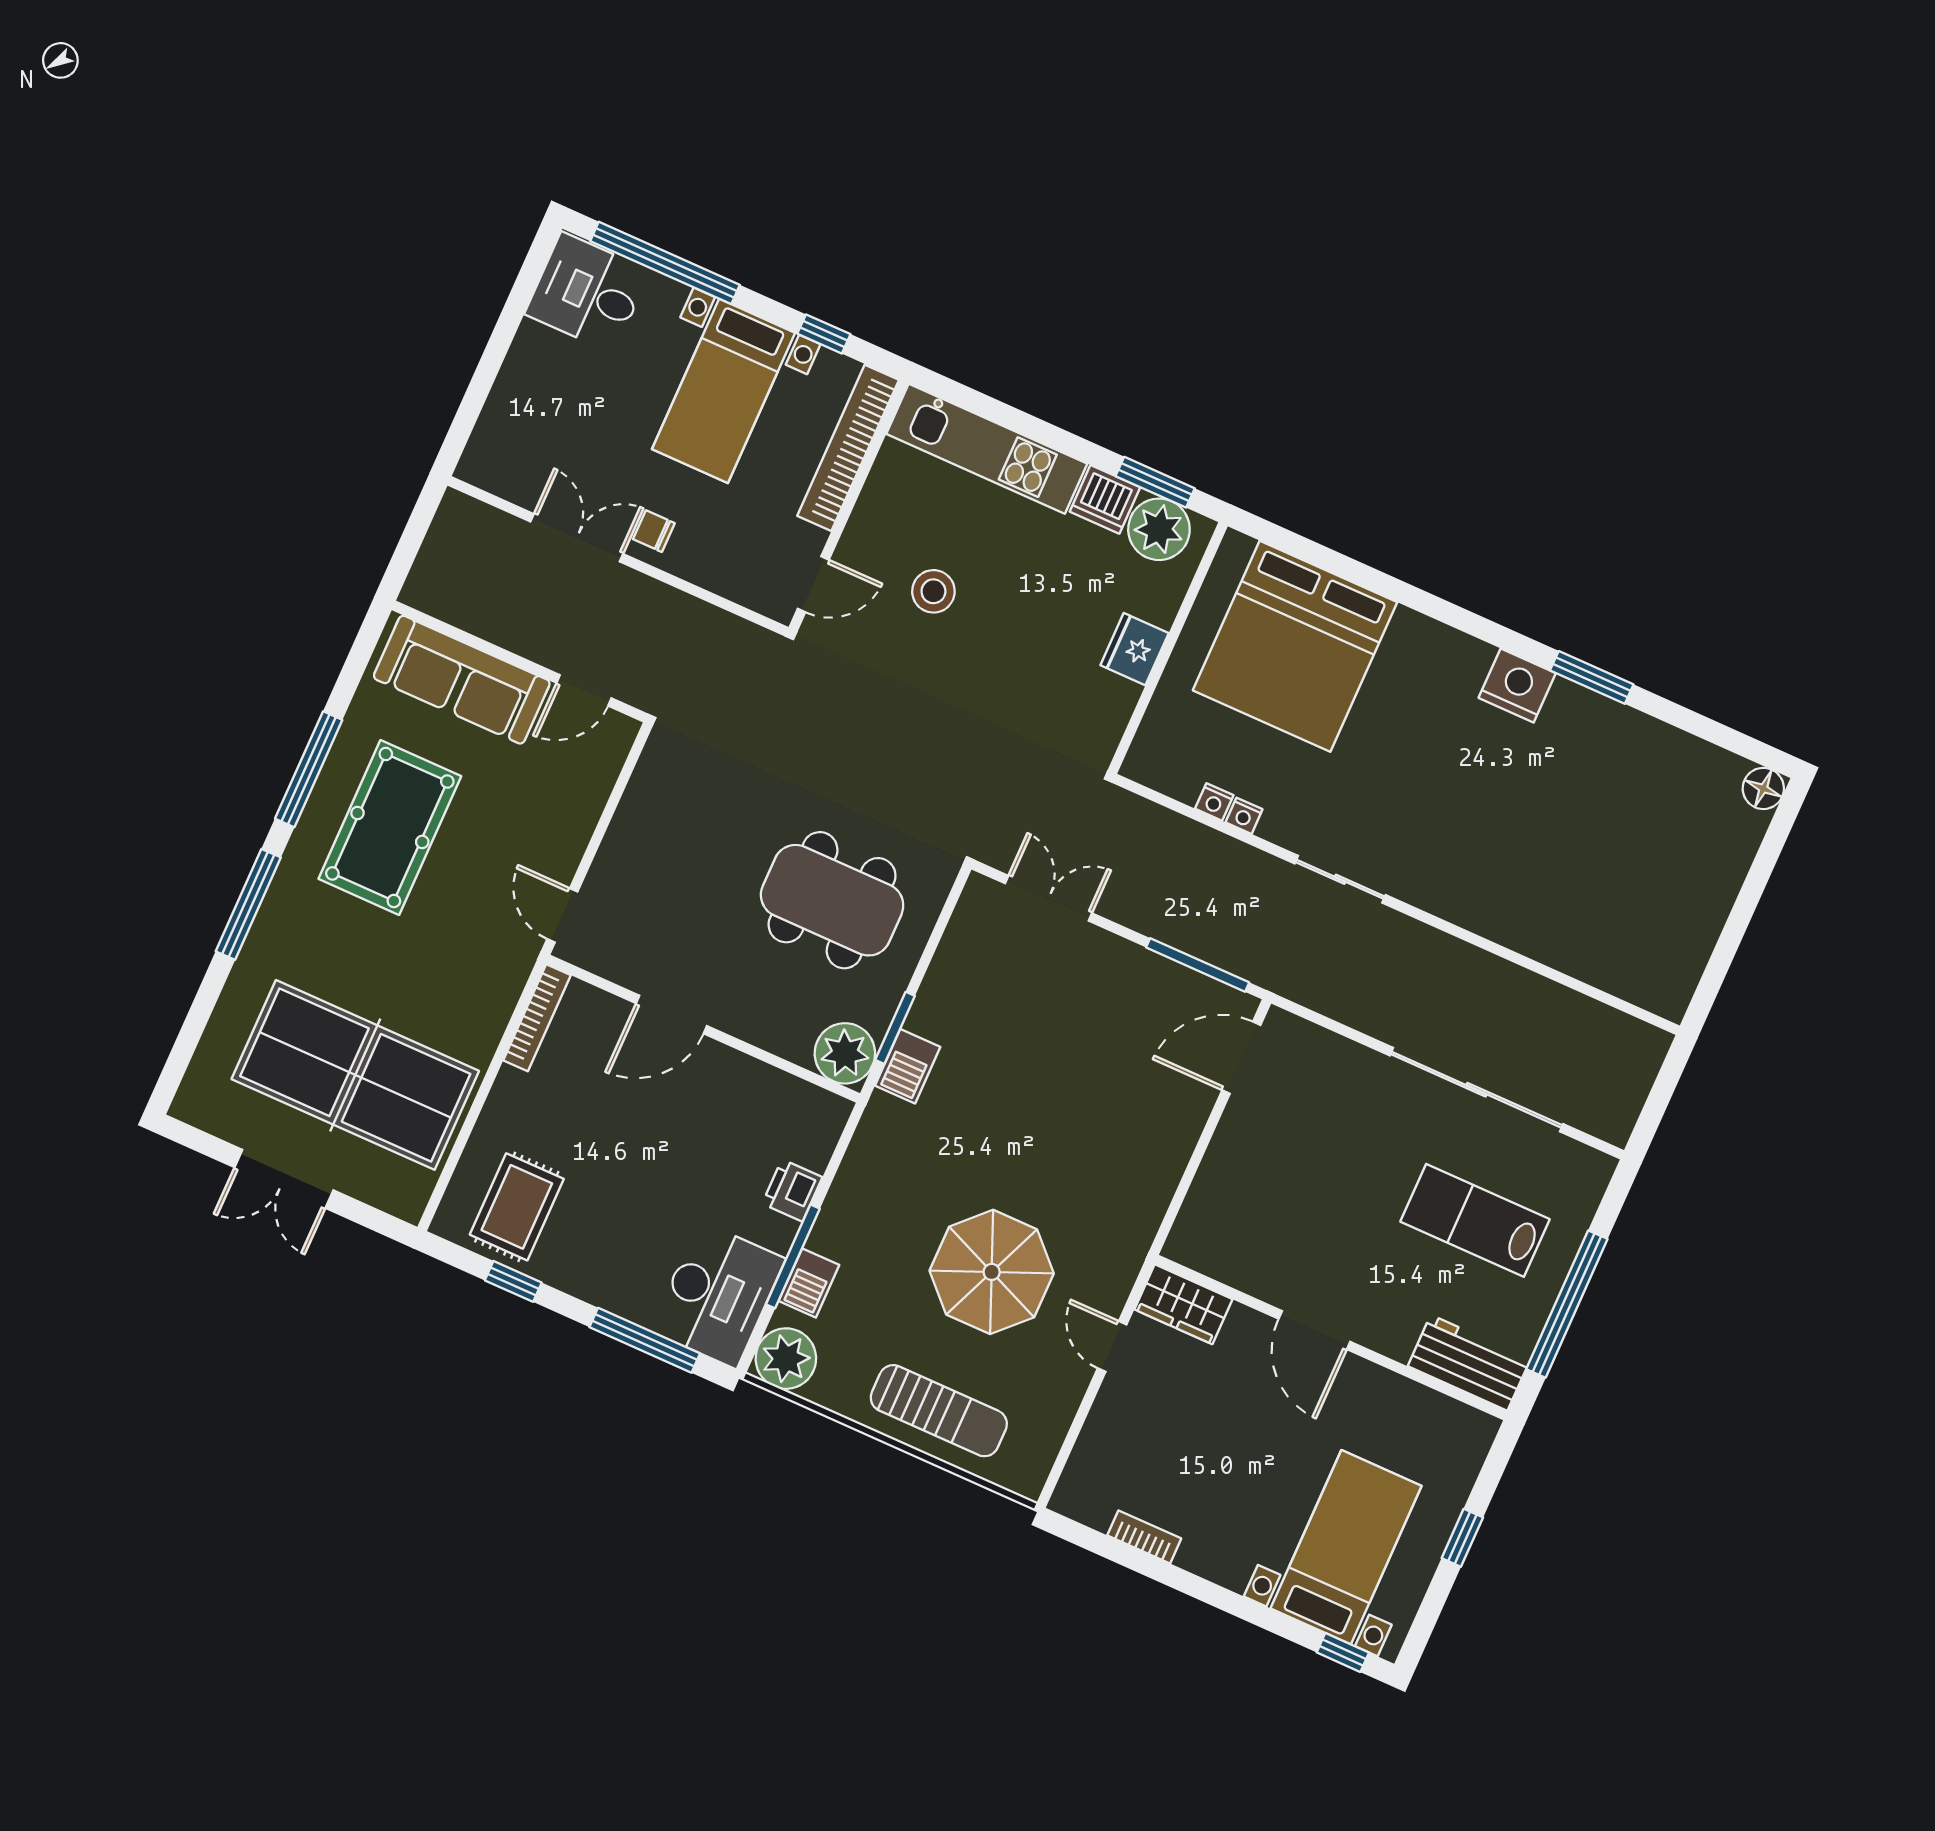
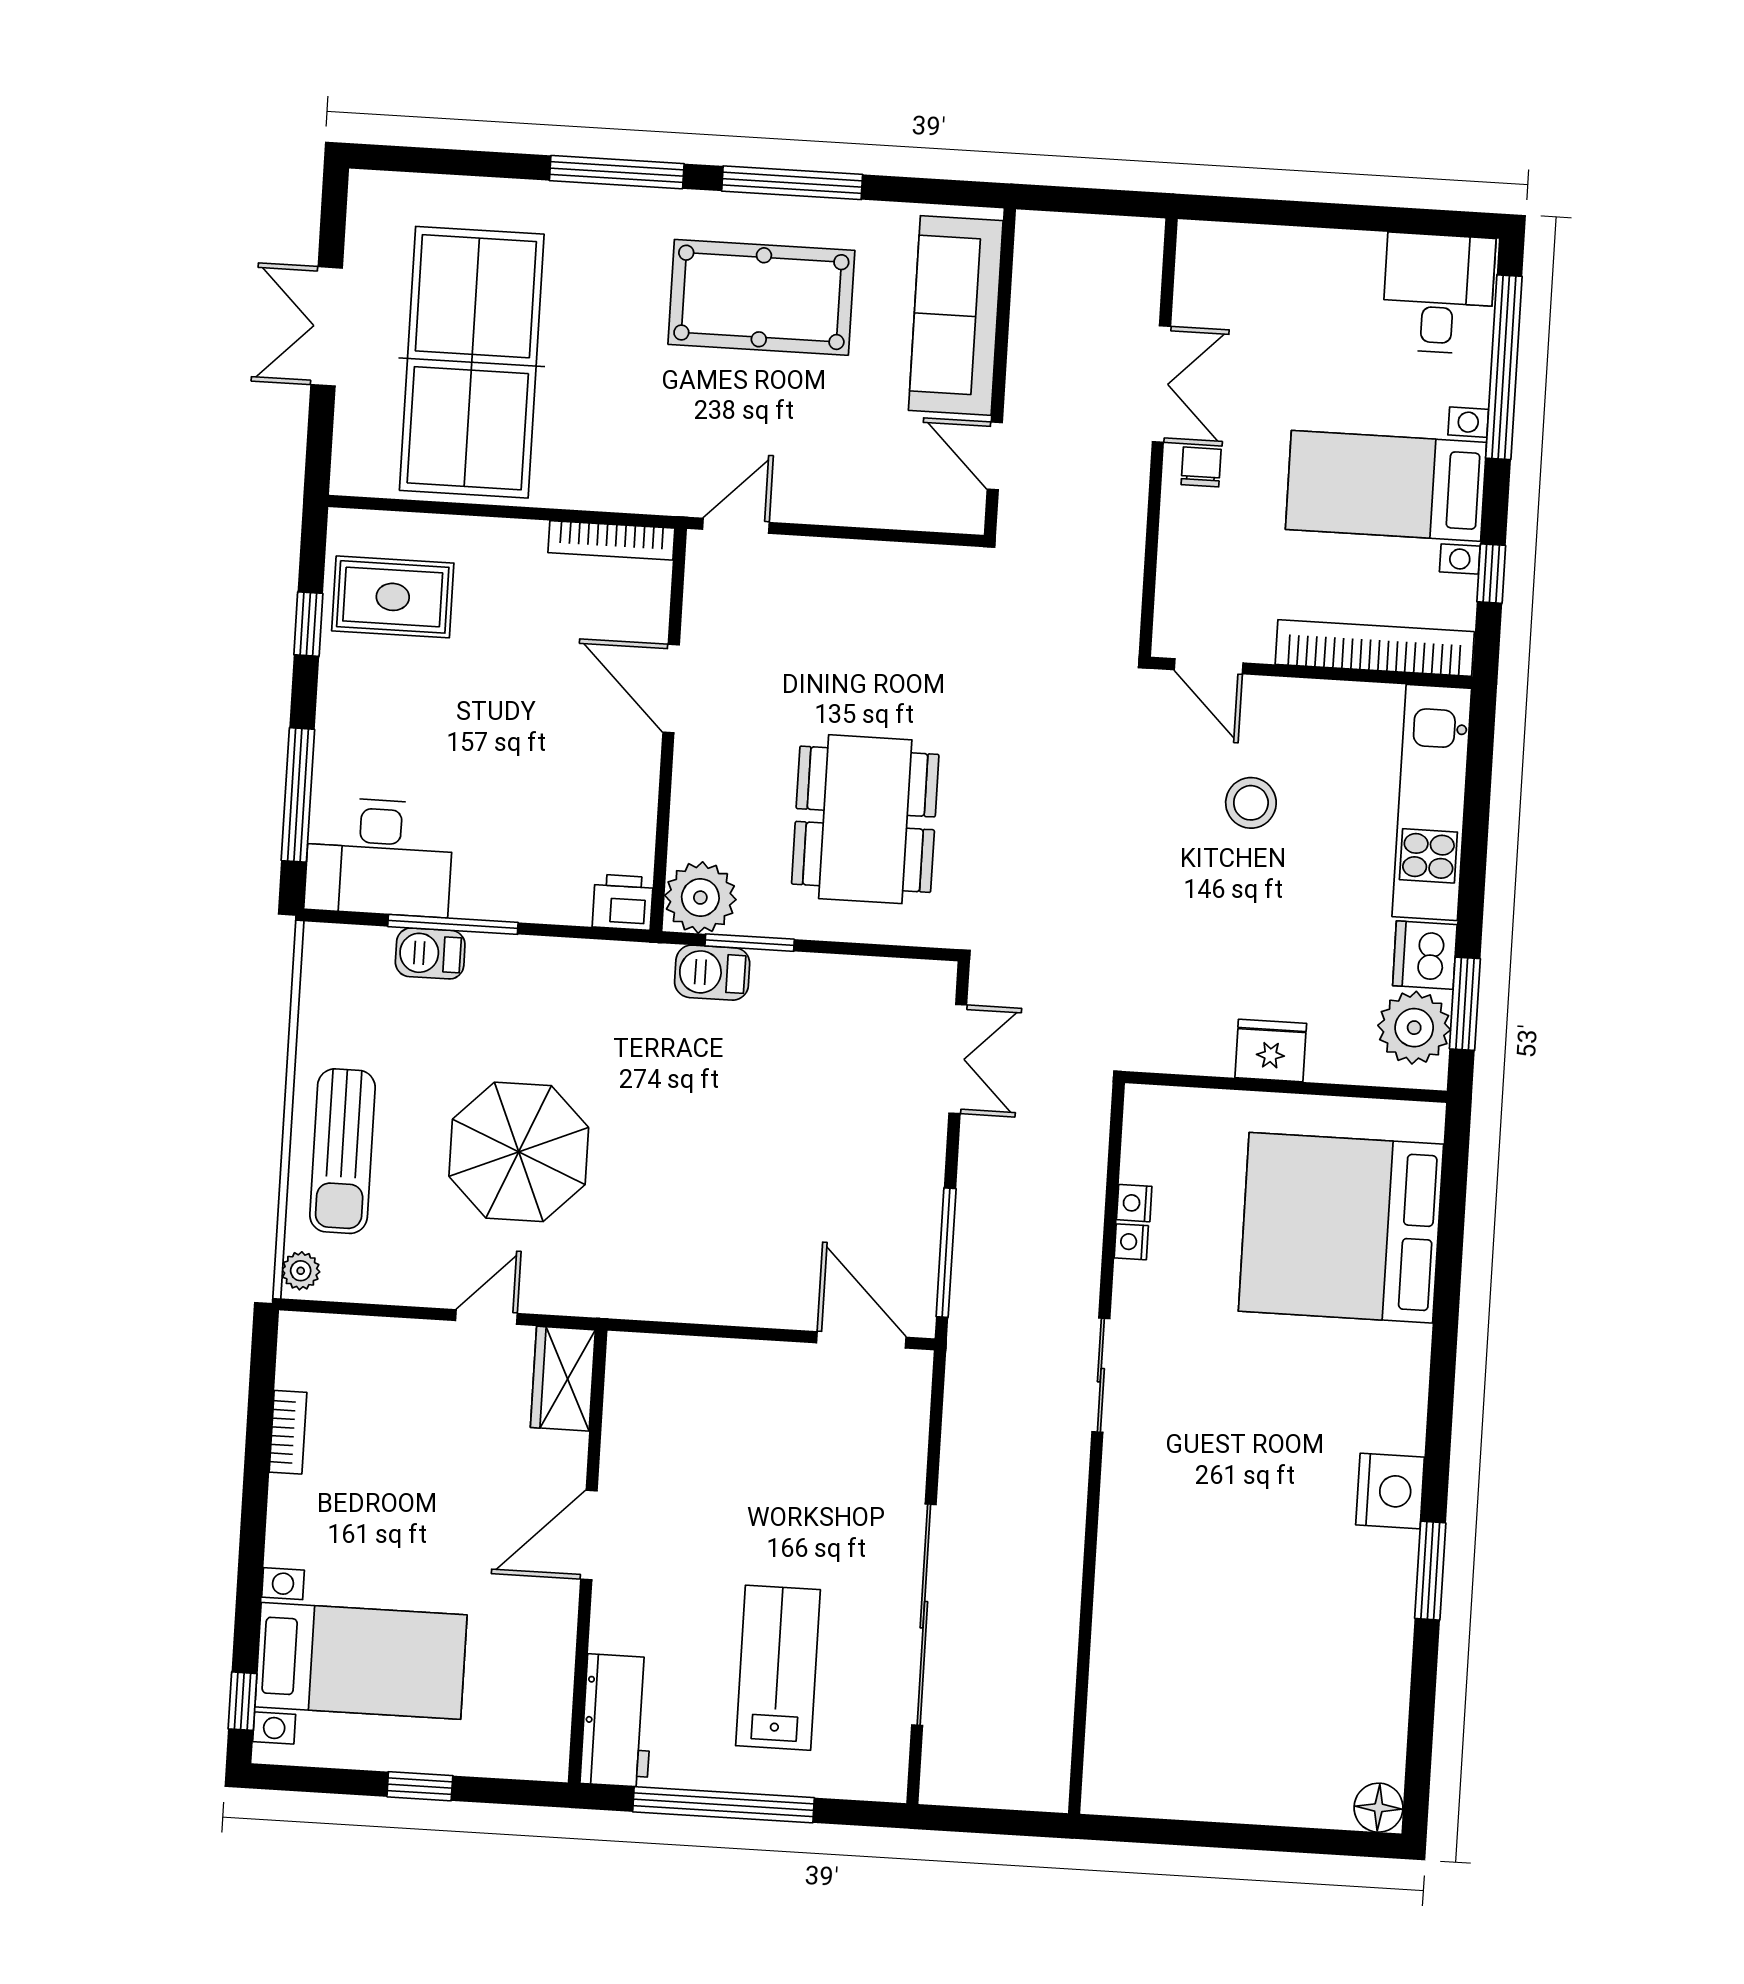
printer: (792, 1190) -> (623, 902), moved
plant: (786, 1359) -> (301, 1271), moved, width x0.53, depth x0.53

